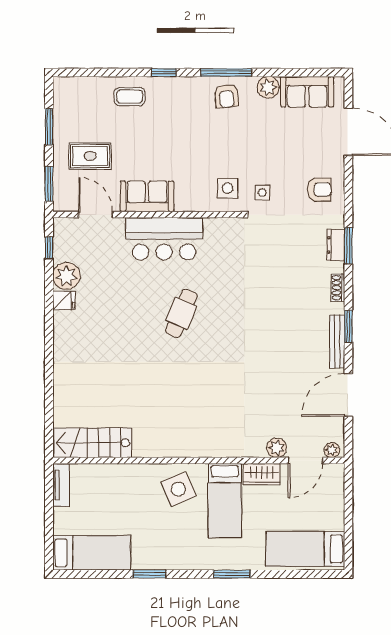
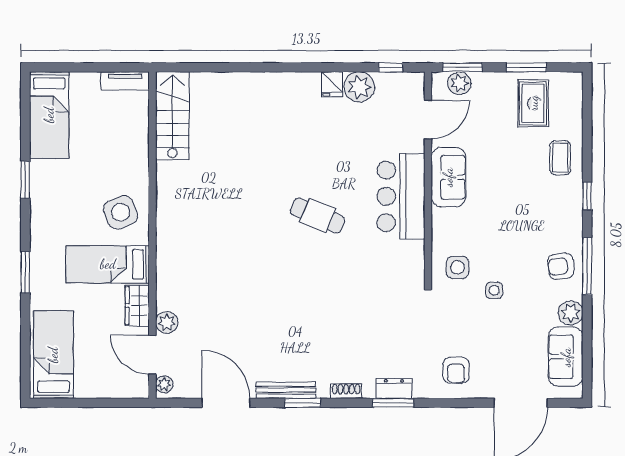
rug: (90, 156) -> (533, 103), moved
plant: (63, 187) -> (459, 83), added
side table: (262, 193) -> (494, 290), moved

